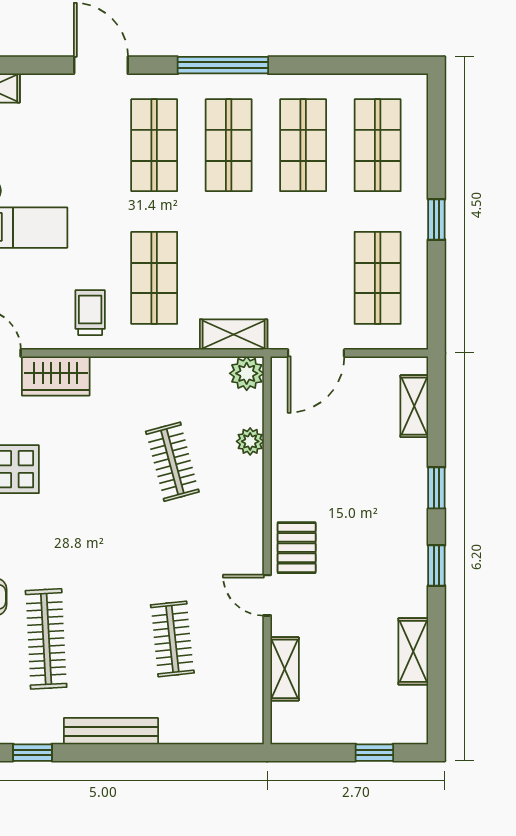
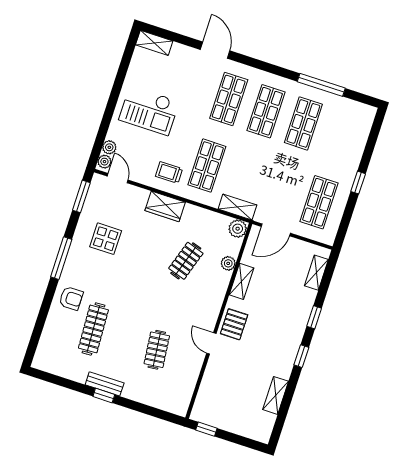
window: (223, 65) -> (321, 85), moved
shop shelf: (378, 145) -> (341, 136), removed
trolley: (90, 313) -> (169, 173), turned -90
wardrobe: (56, 376) -> (165, 206), moved
clothes rail: (172, 462) -> (186, 261), turned 33
shelving: (285, 669) -> (241, 281), moved
bench: (111, 731) -> (105, 384), width x0.73
window: (32, 753) -> (104, 396), moved
window: (374, 753) -> (206, 429), moved

